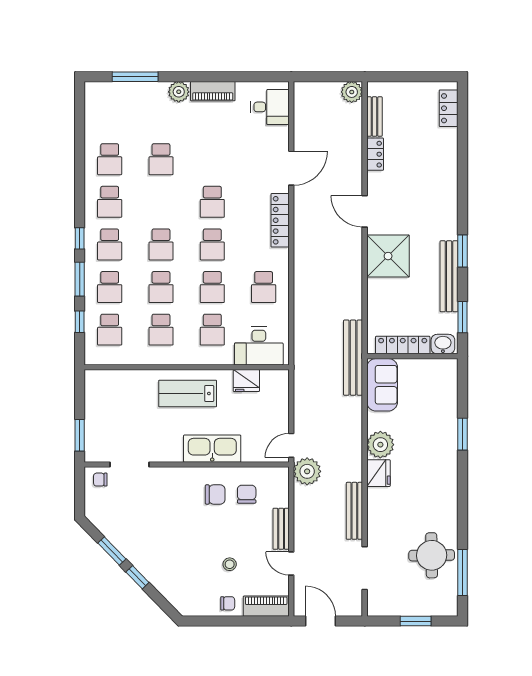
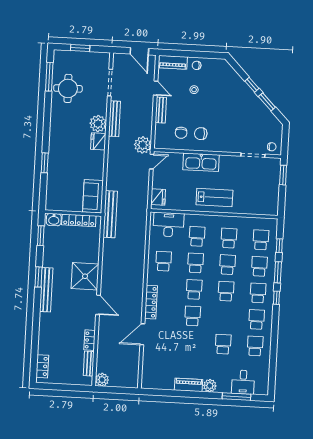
desk: (270, 107) -> (243, 382), moved, turned -90
bench: (449, 276) -> (46, 290), moved
fridge: (246, 381) -> (158, 197), moved, turned 90
plant: (380, 445) -> (98, 124), moved

